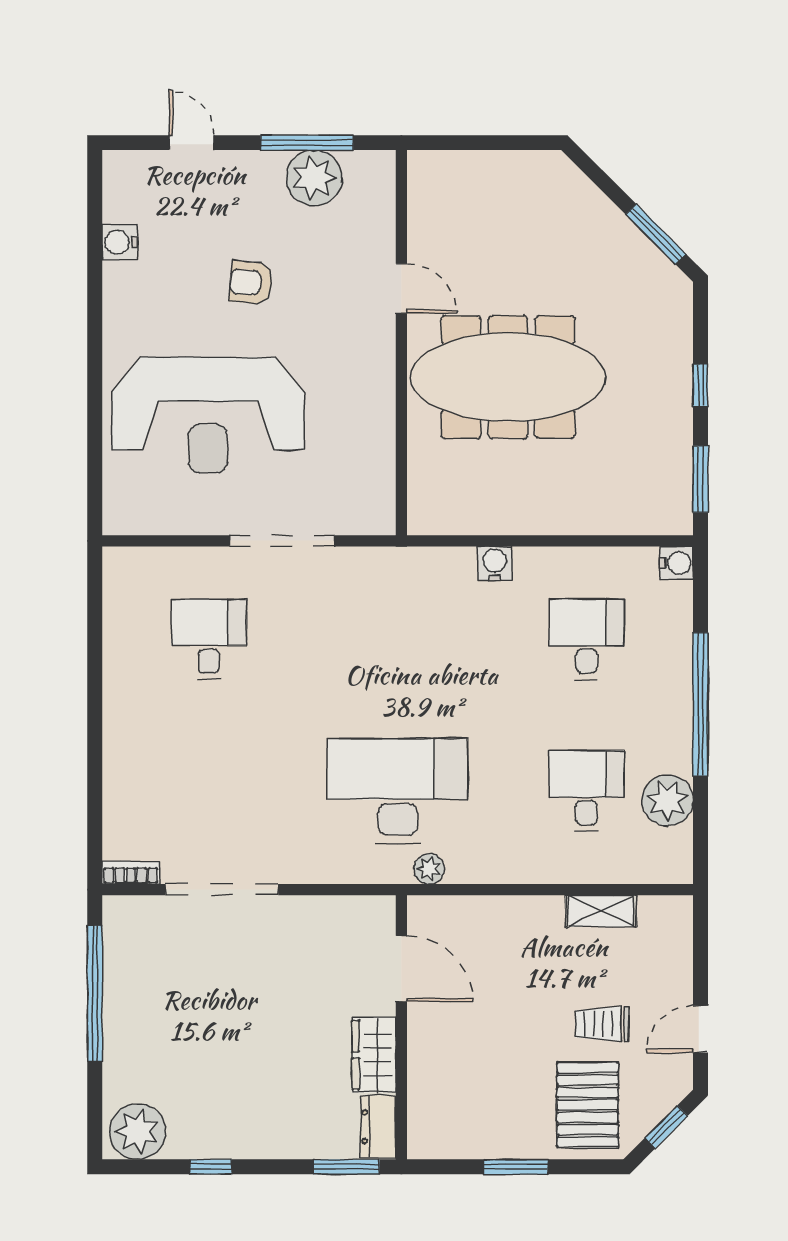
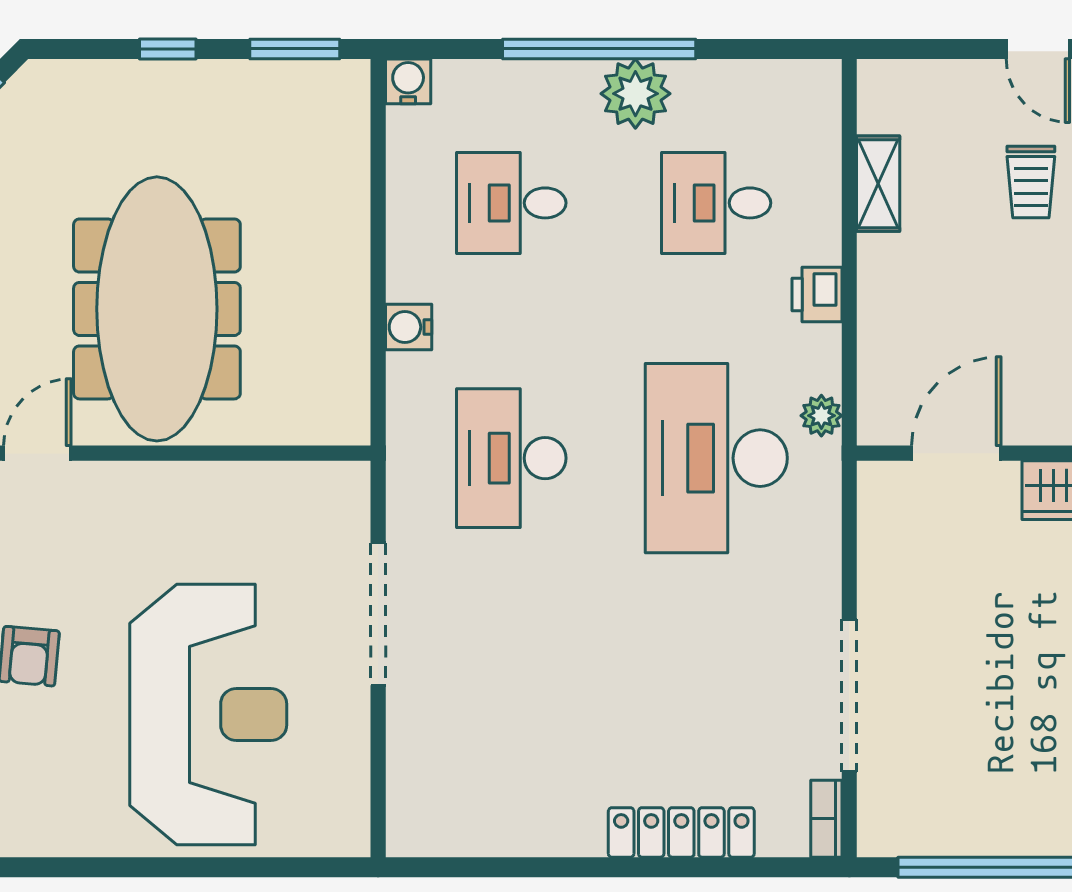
desk: (209, 639) -> (511, 458), moved, width x1.37
locker: (121, 765) -> (681, 832), added
plant: (667, 800) -> (635, 94), moved
printer: (519, 866) -> (817, 294), added

